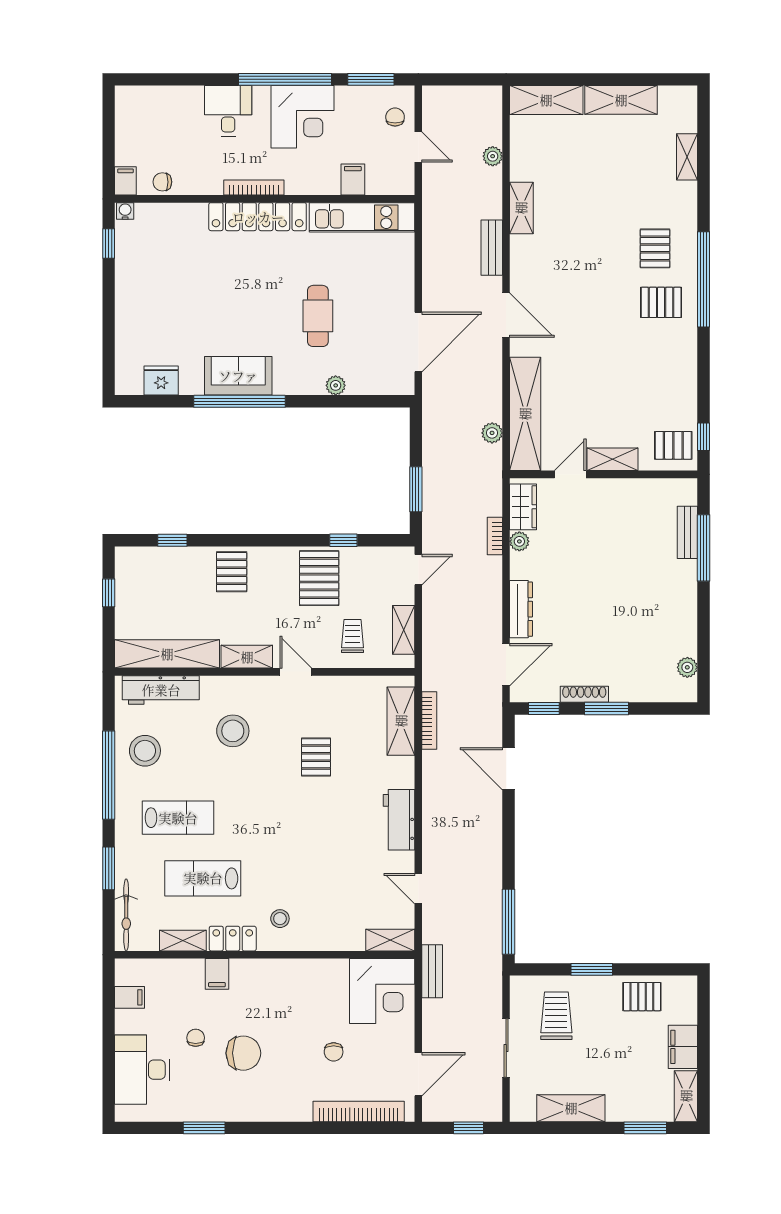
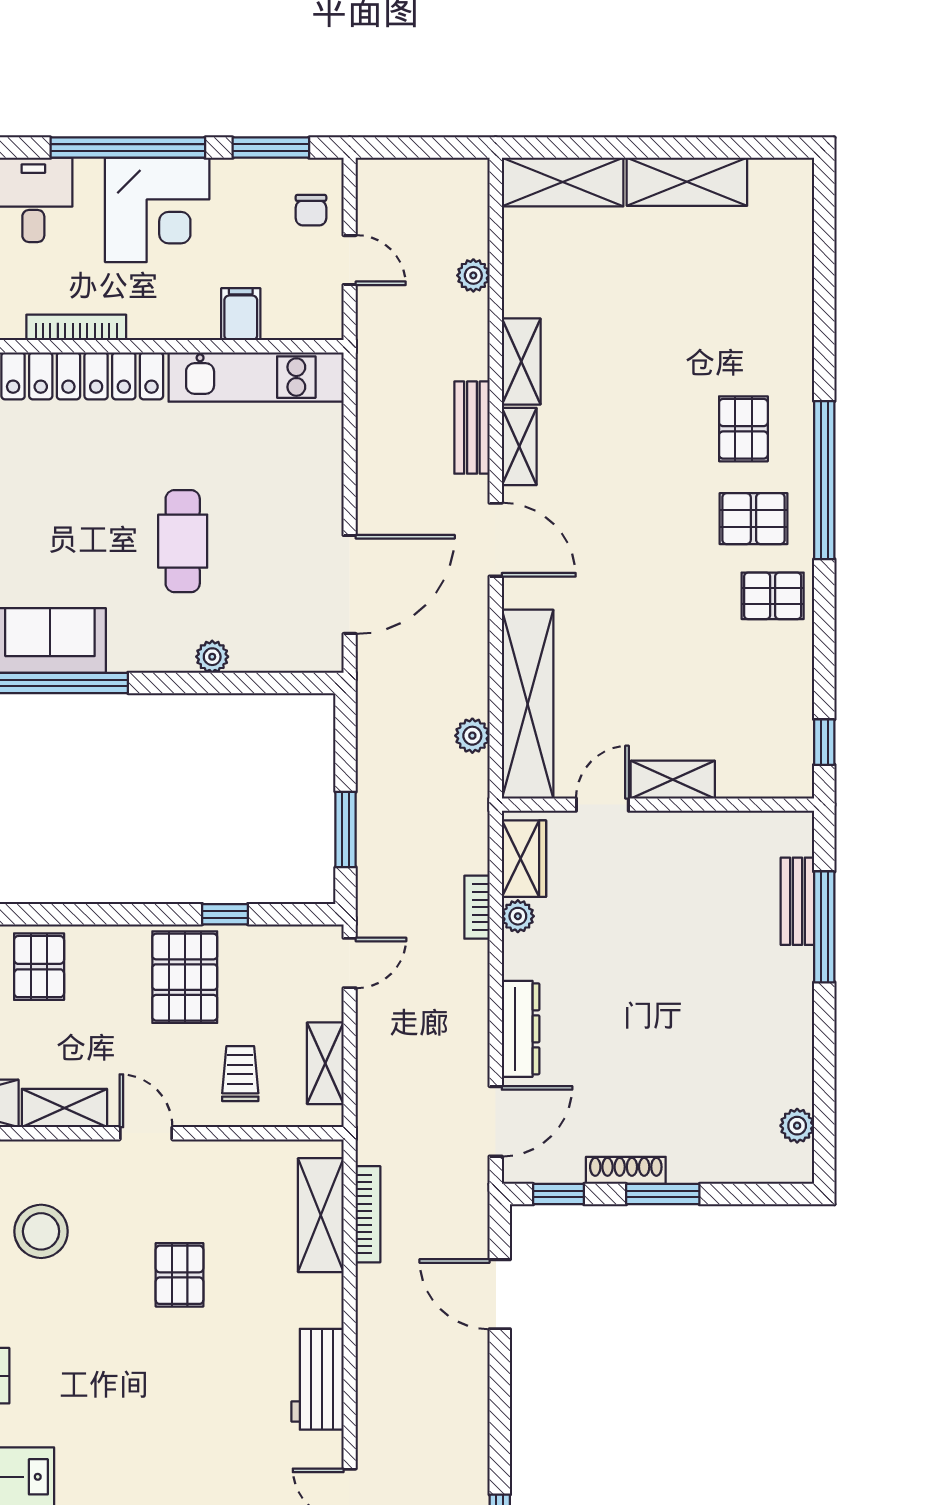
chair: (395, 117) -> (311, 210), turned 180
shelving: (687, 157) -> (519, 447), moved
pallet: (673, 445) -> (773, 596), moved

